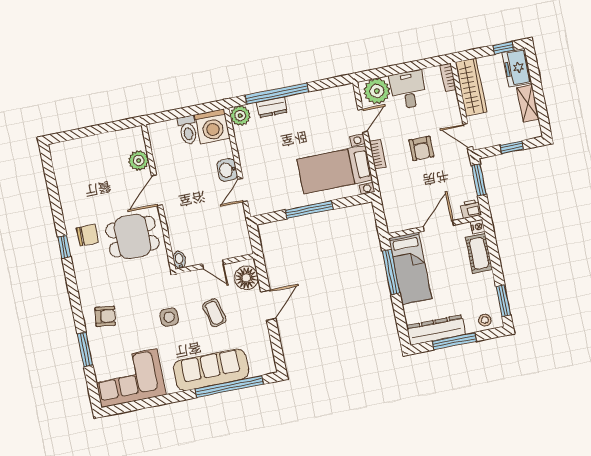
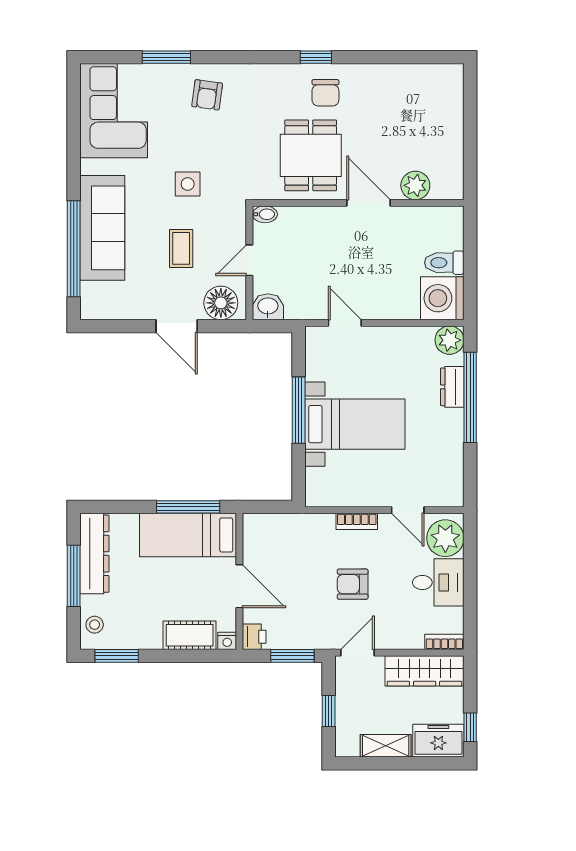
washbasin: (227, 170) -> (268, 307), moved
bed with nightstands: (335, 170) -> (355, 424), moved, turned 90
coffee table: (214, 313) -> (181, 248), turned -76

